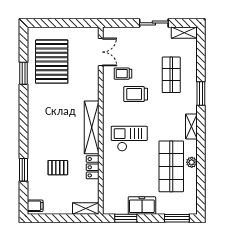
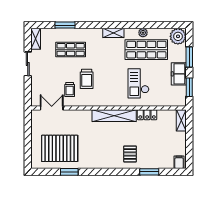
window: (201, 93) -> (65, 25), moved
checkout: (129, 139) -> (138, 83), moved
pallet: (58, 168) -> (130, 154), moved
plant: (187, 205) -> (178, 36), added
window: (177, 218) -> (189, 57), moved

